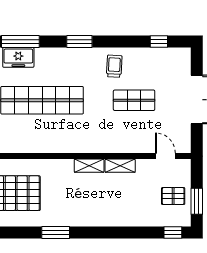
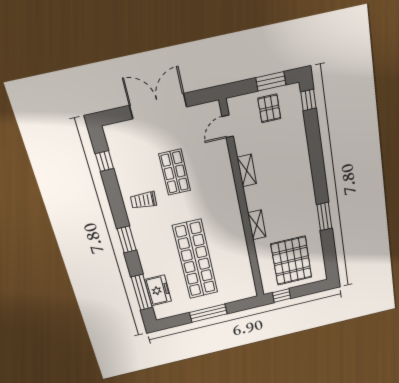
shelving: (89, 166) -> (257, 225), moved

